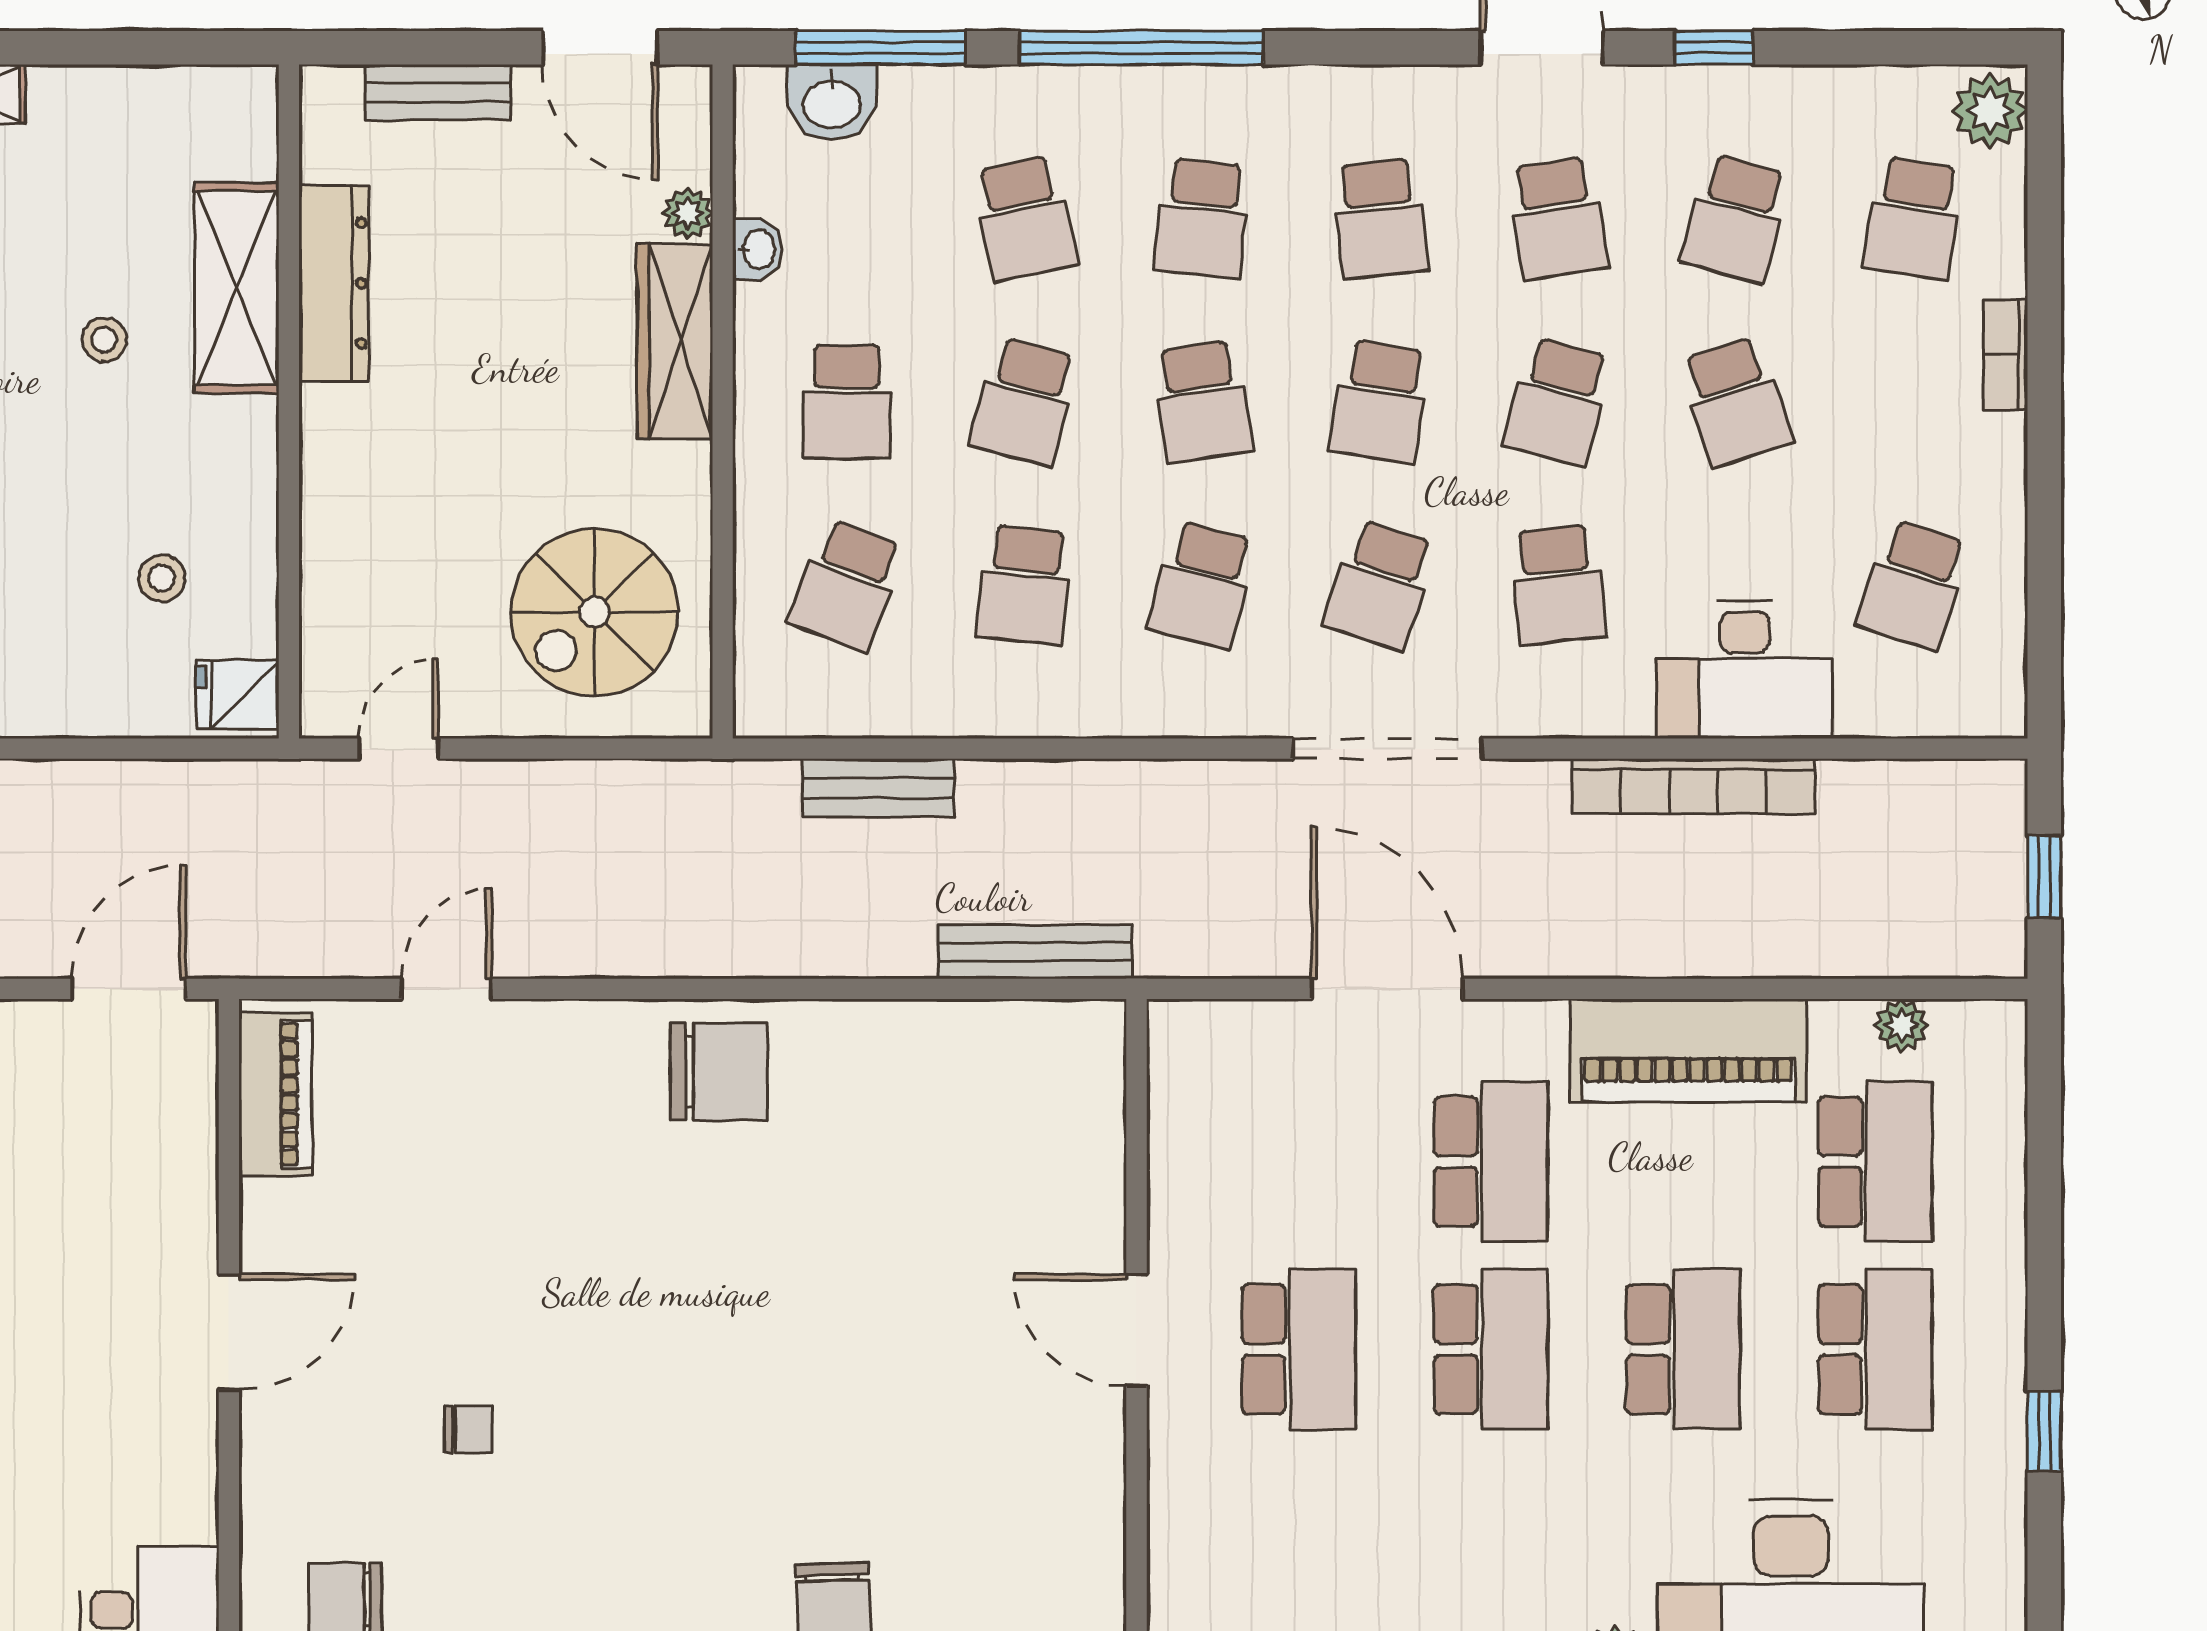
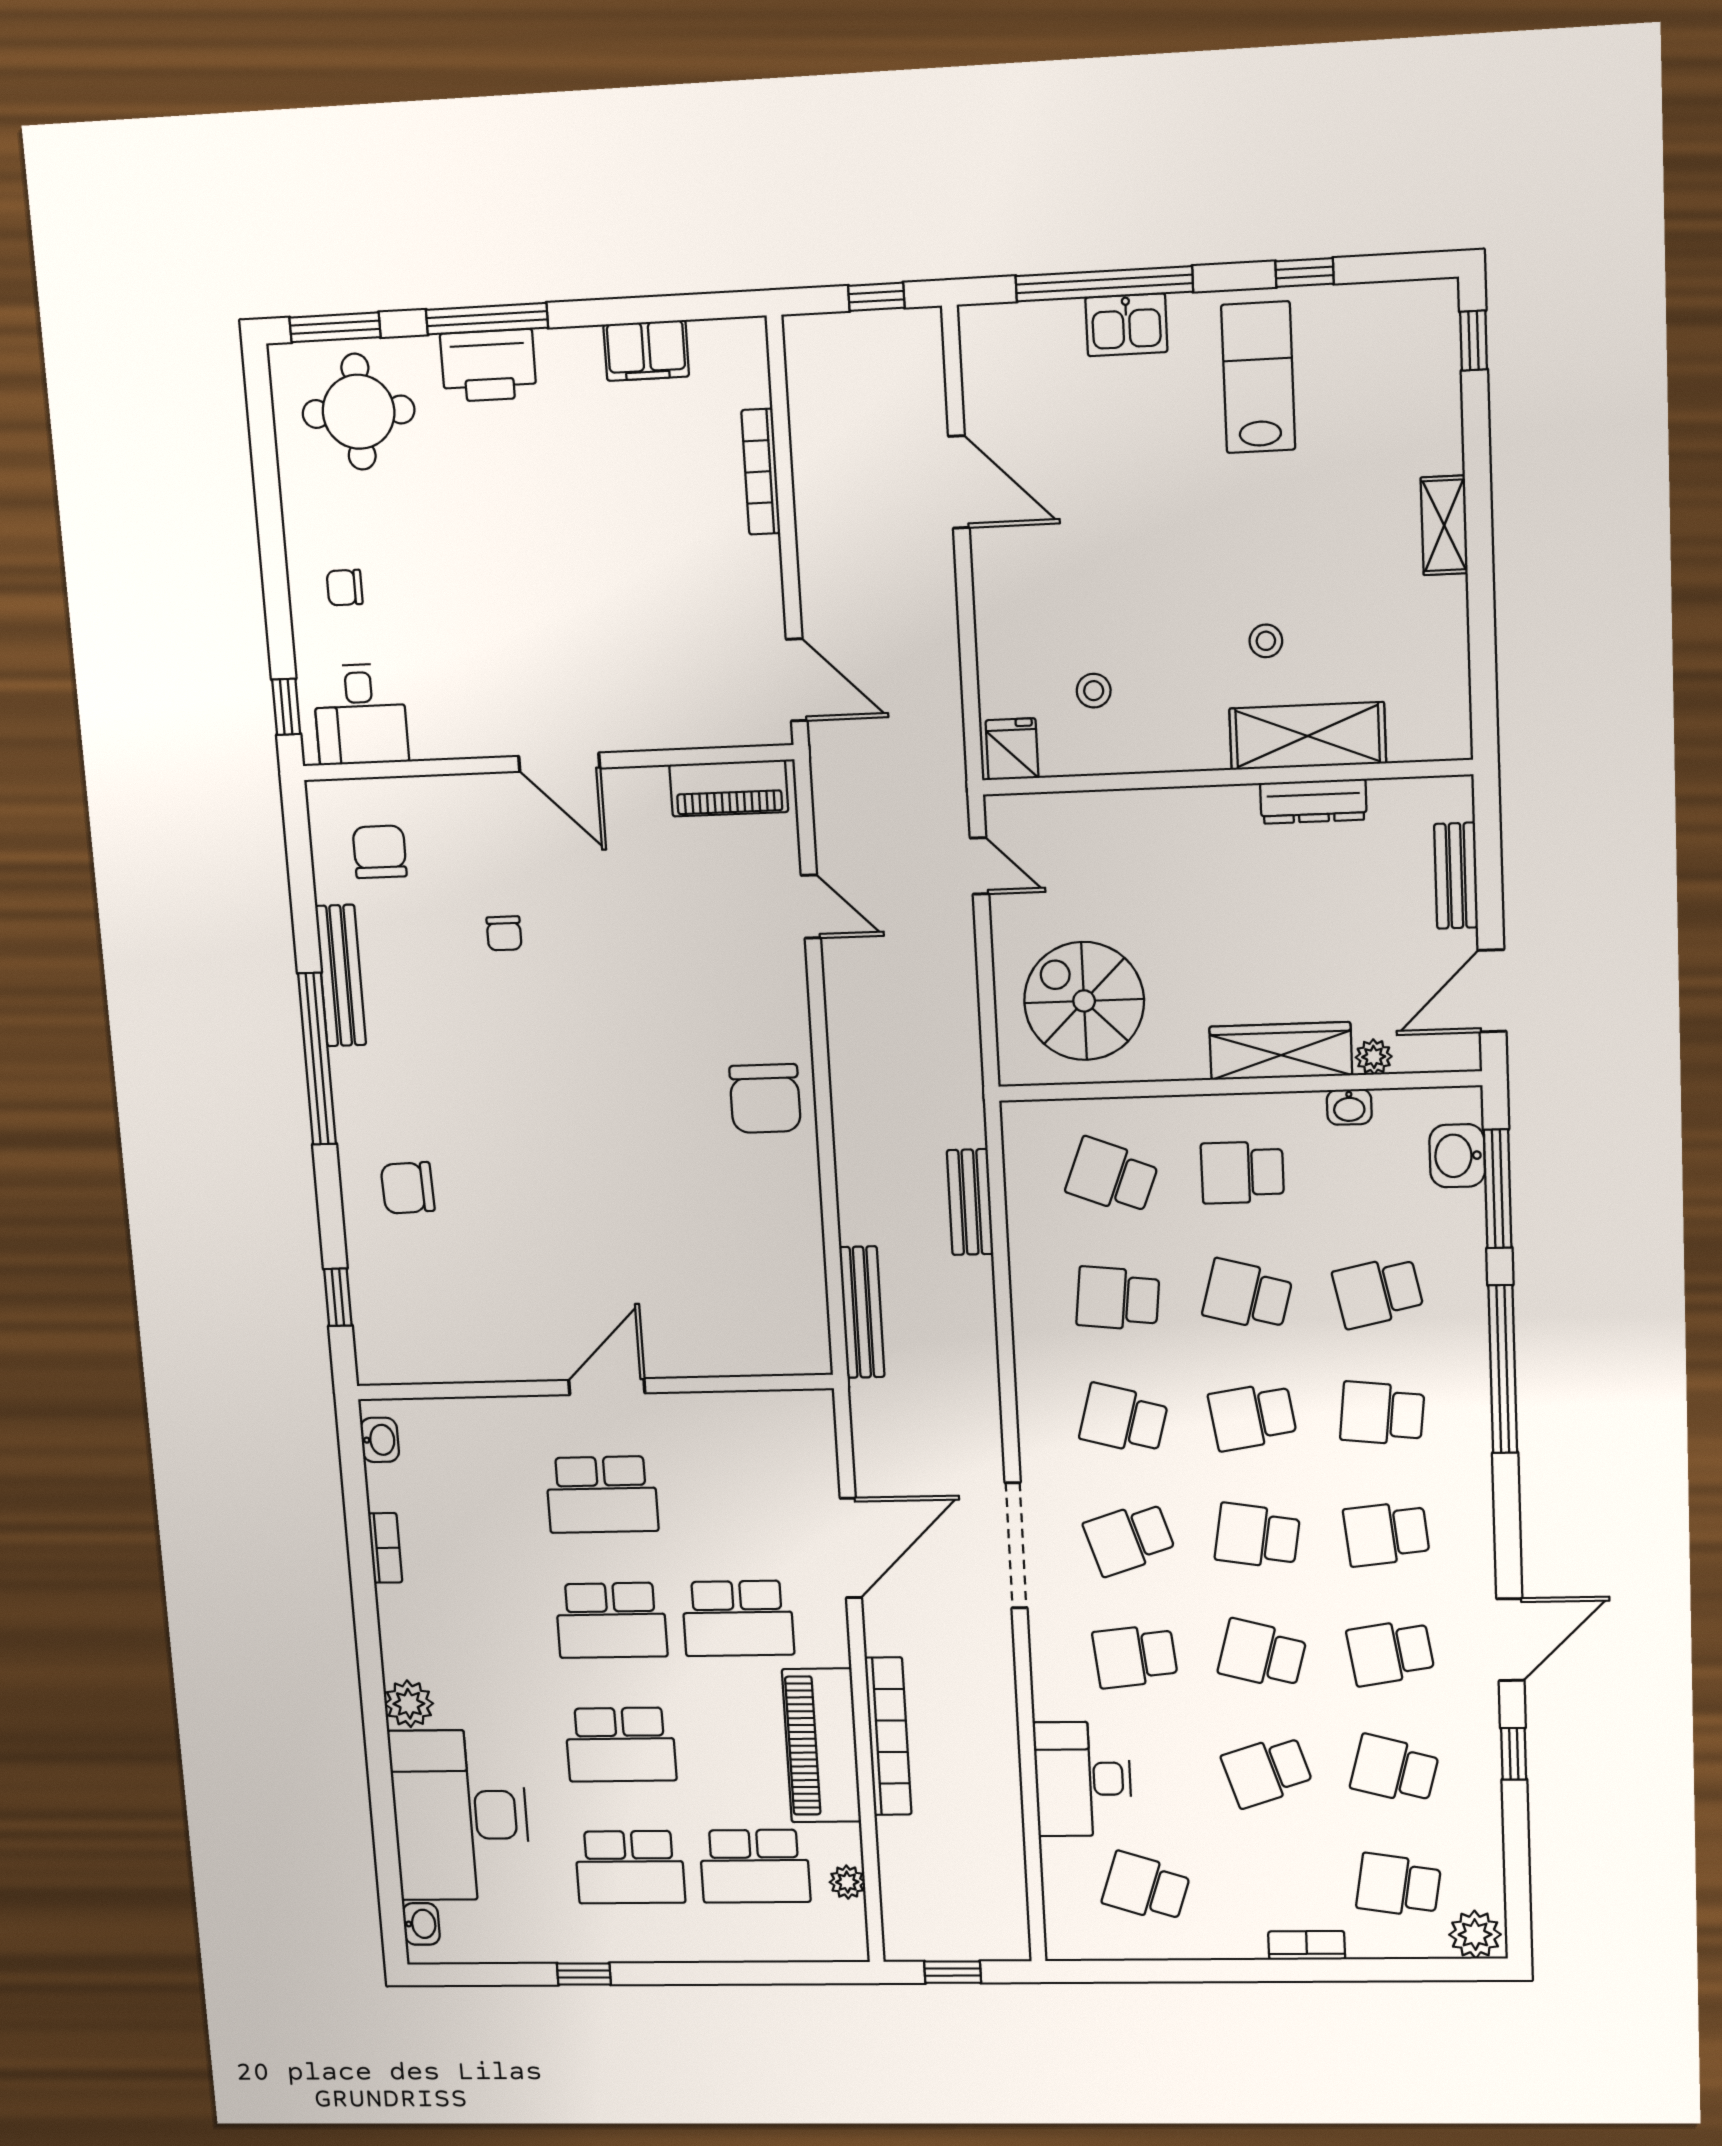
dresser: (334, 283) -> (1313, 801), width x0.73, depth x0.80
school desk: (1380, 585) -> (1129, 1538), turned -36
bookcase: (1693, 786) -> (888, 1736), moved, turned 180

